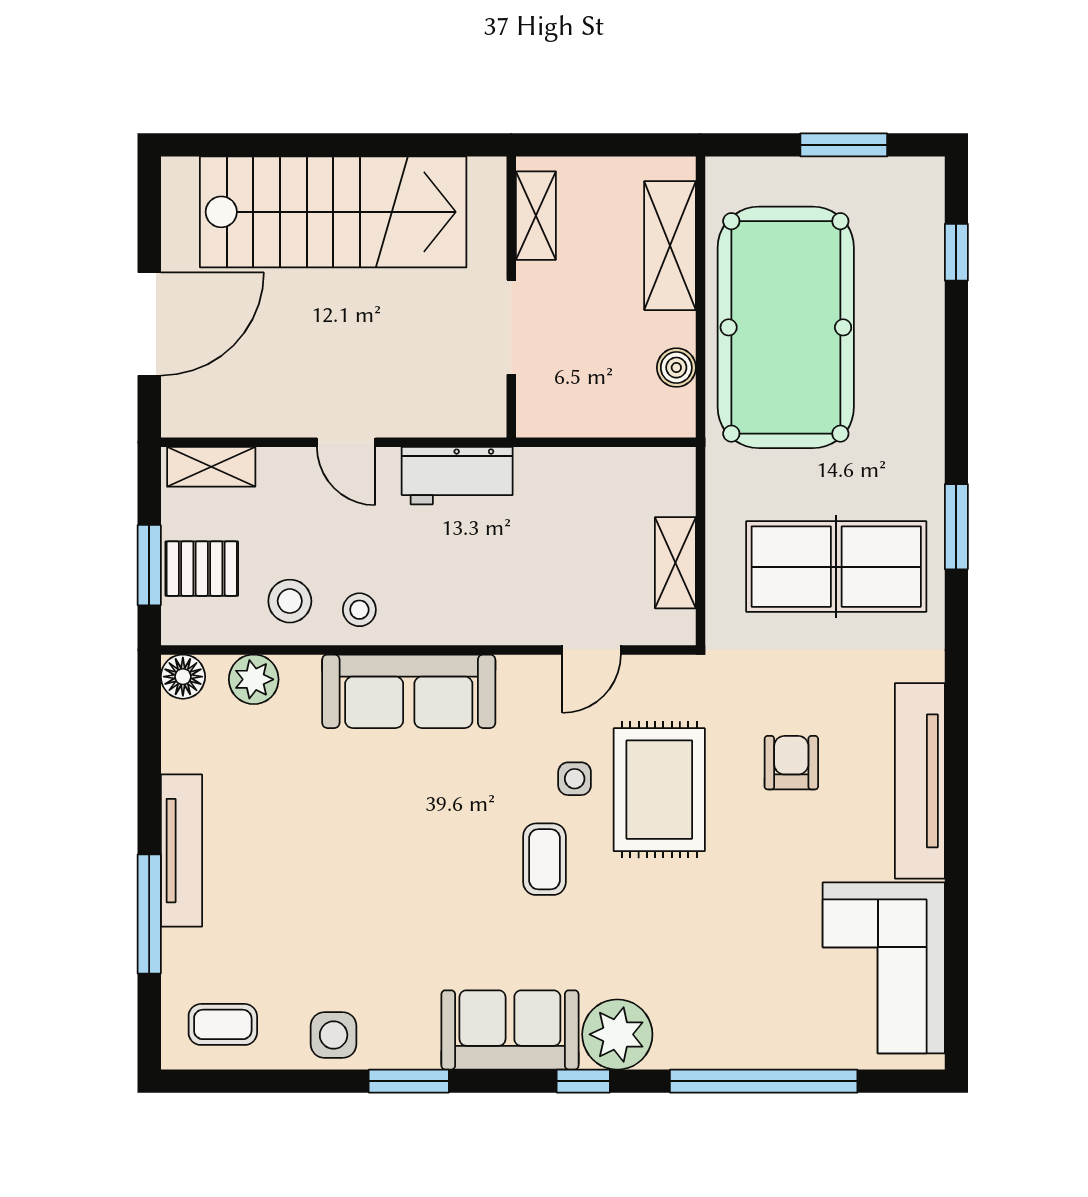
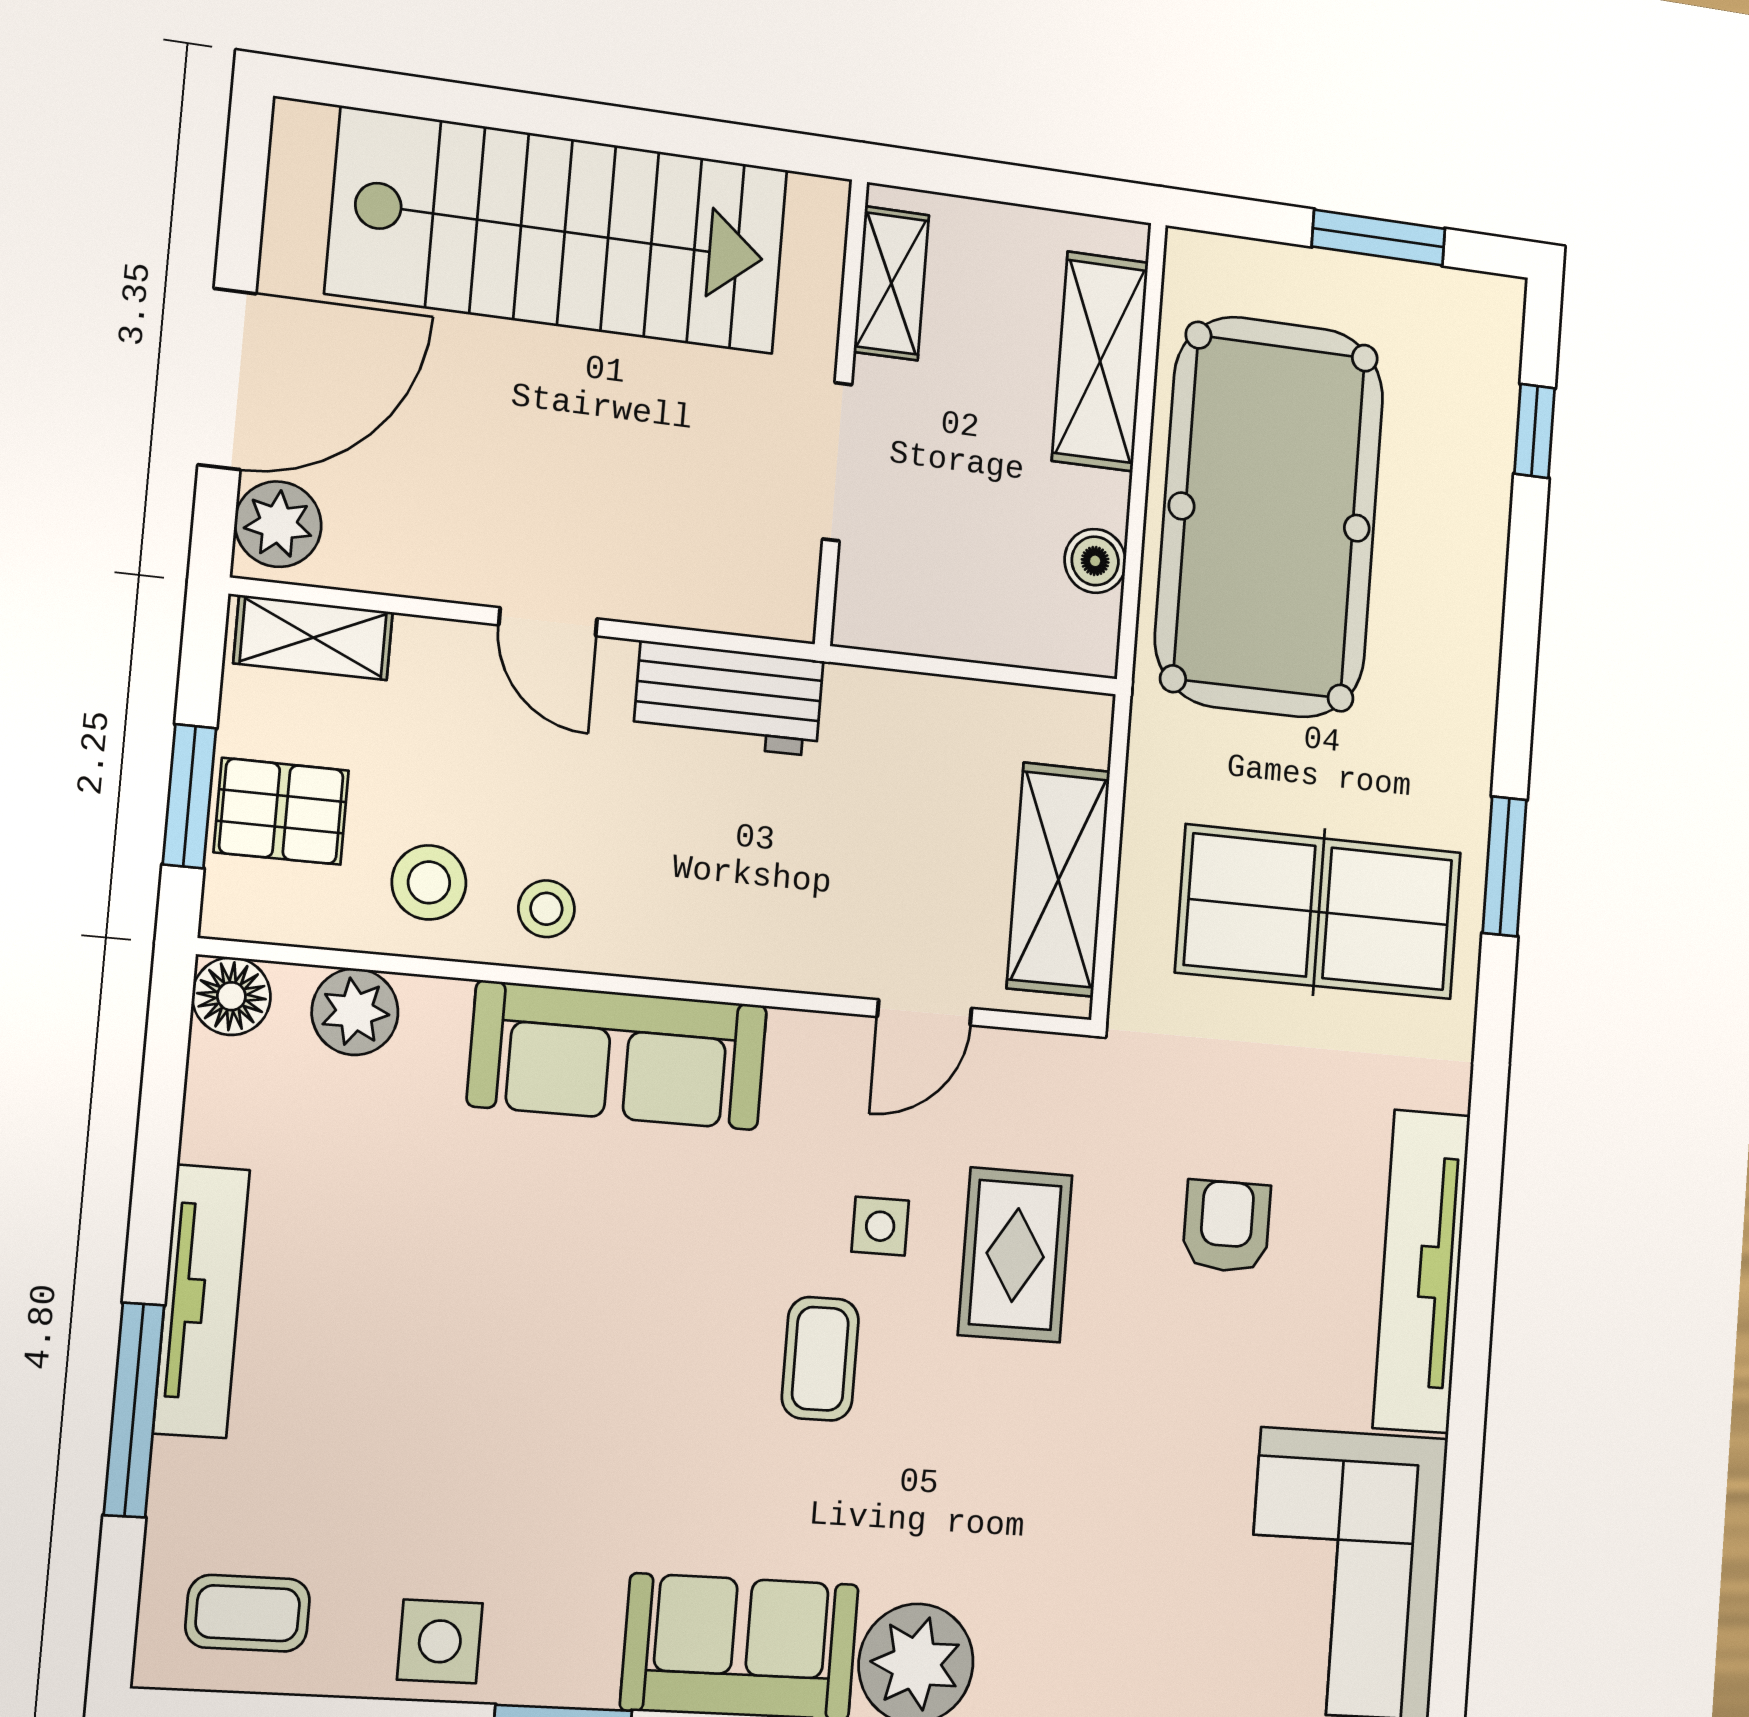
plant: (185, 404) -> (278, 524), added
shelving: (675, 563) -> (1058, 880), width x1.50, depth x1.33
rug: (659, 790) -> (1015, 1255), width x0.73, depth x0.70

